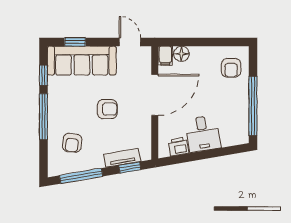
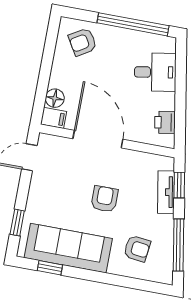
sofa: (82, 61) -> (68, 248), moved, turned -90
armchair: (231, 68) -> (83, 42), turned 149
window: (43, 117) -> (99, 277), removed
desk: (203, 134) -> (155, 72), moved

